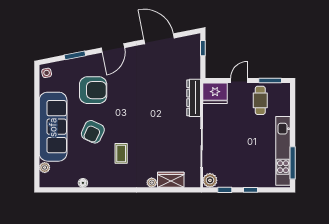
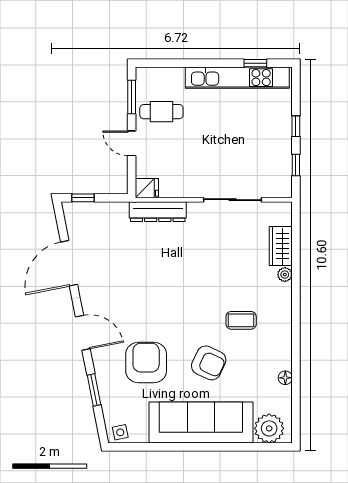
fridge: (215, 93) -> (147, 188), width x0.53, depth x0.75
window: (293, 163) -> (255, 63), width x0.46
plant: (45, 168) -> (269, 428), width x1.87, depth x1.87
plant: (210, 180) -> (281, 187), removed

